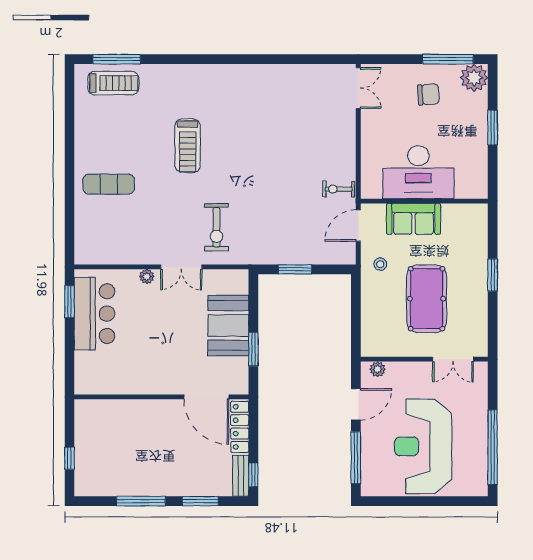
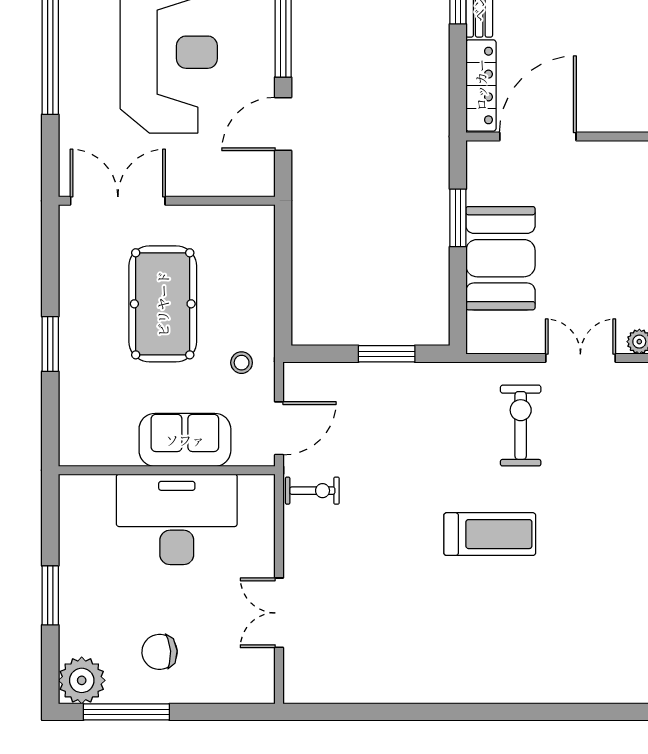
double door: (358, 88) -> (279, 613), moved
treadmill: (188, 146) -> (490, 534), moved, turned 90
double door: (453, 359) -> (118, 201), width x1.37
plant: (378, 369) -> (246, 184), removed
door: (206, 397) -> (538, 137), hinge flipped

